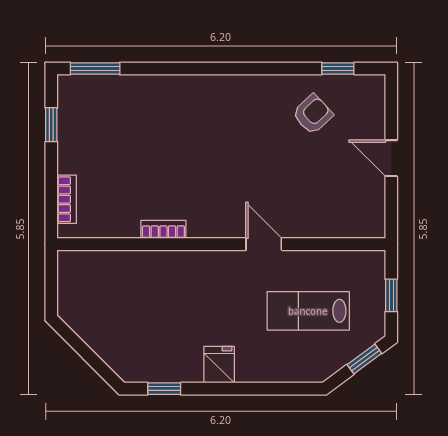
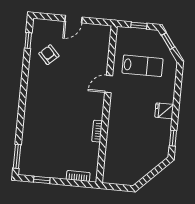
lab bench: (308, 311) -> (143, 66), turned -90

